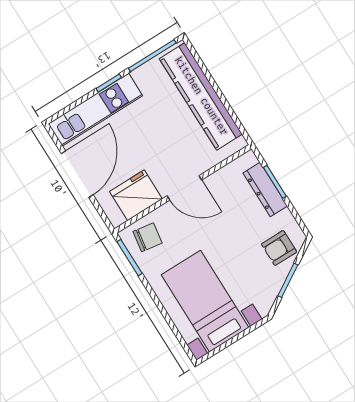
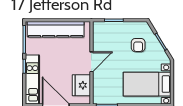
dresser: (265, 189) -> (115, 27), removed
chair: (148, 237) -> (103, 92), removed
armchair: (279, 248) -> (138, 45), moved

